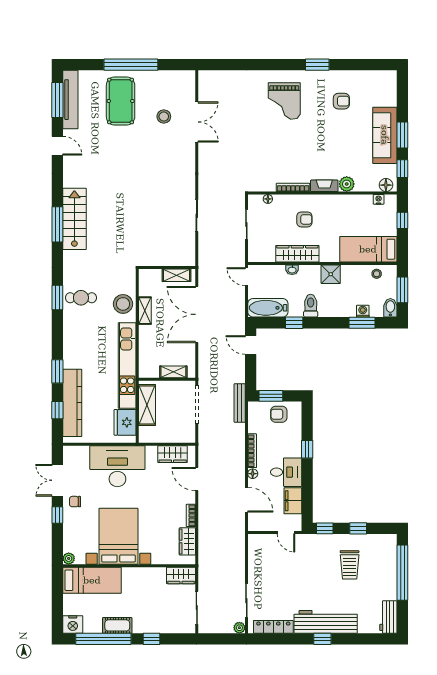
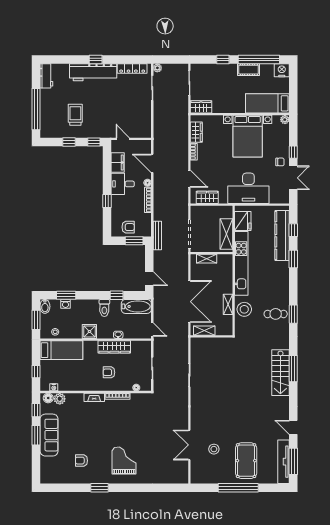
plant: (347, 184) -> (60, 399), moved

